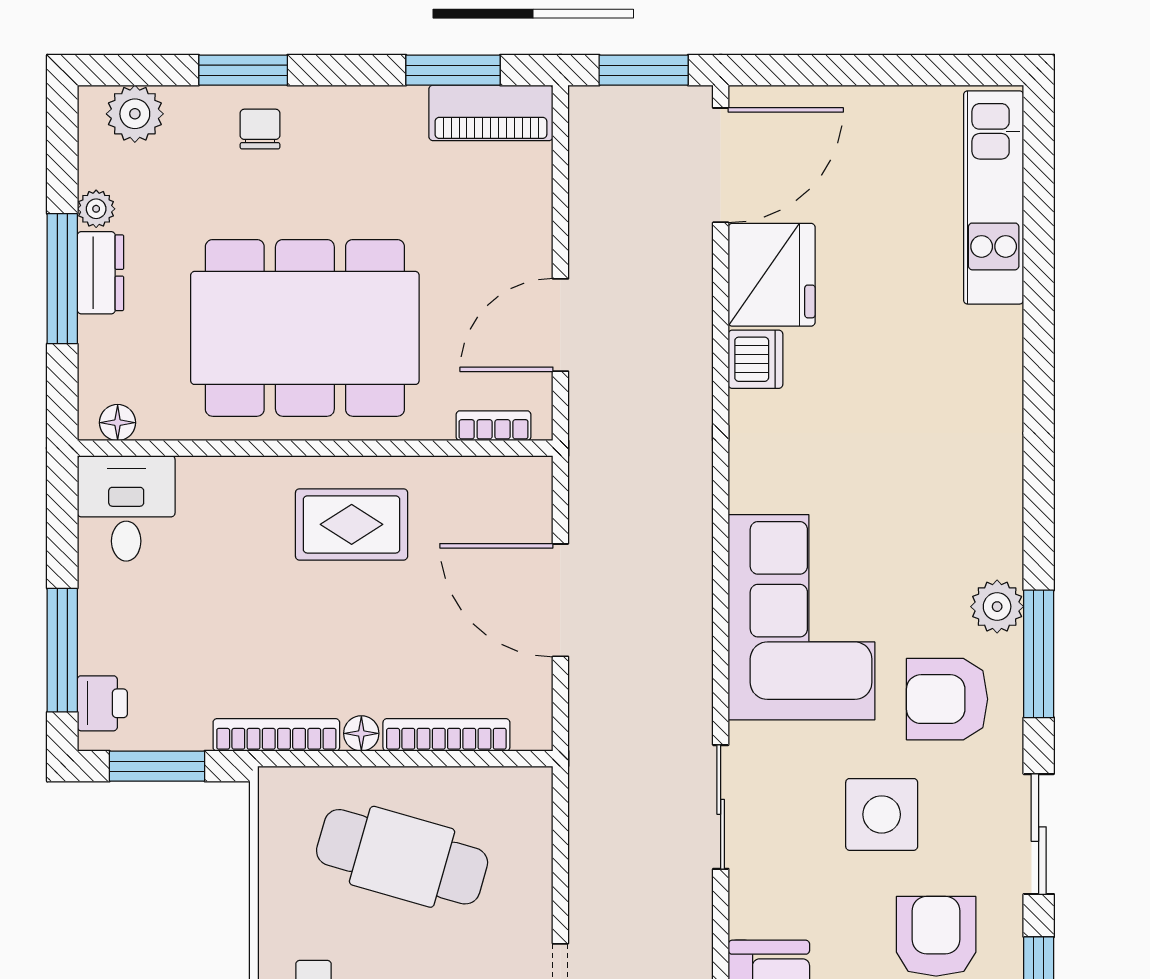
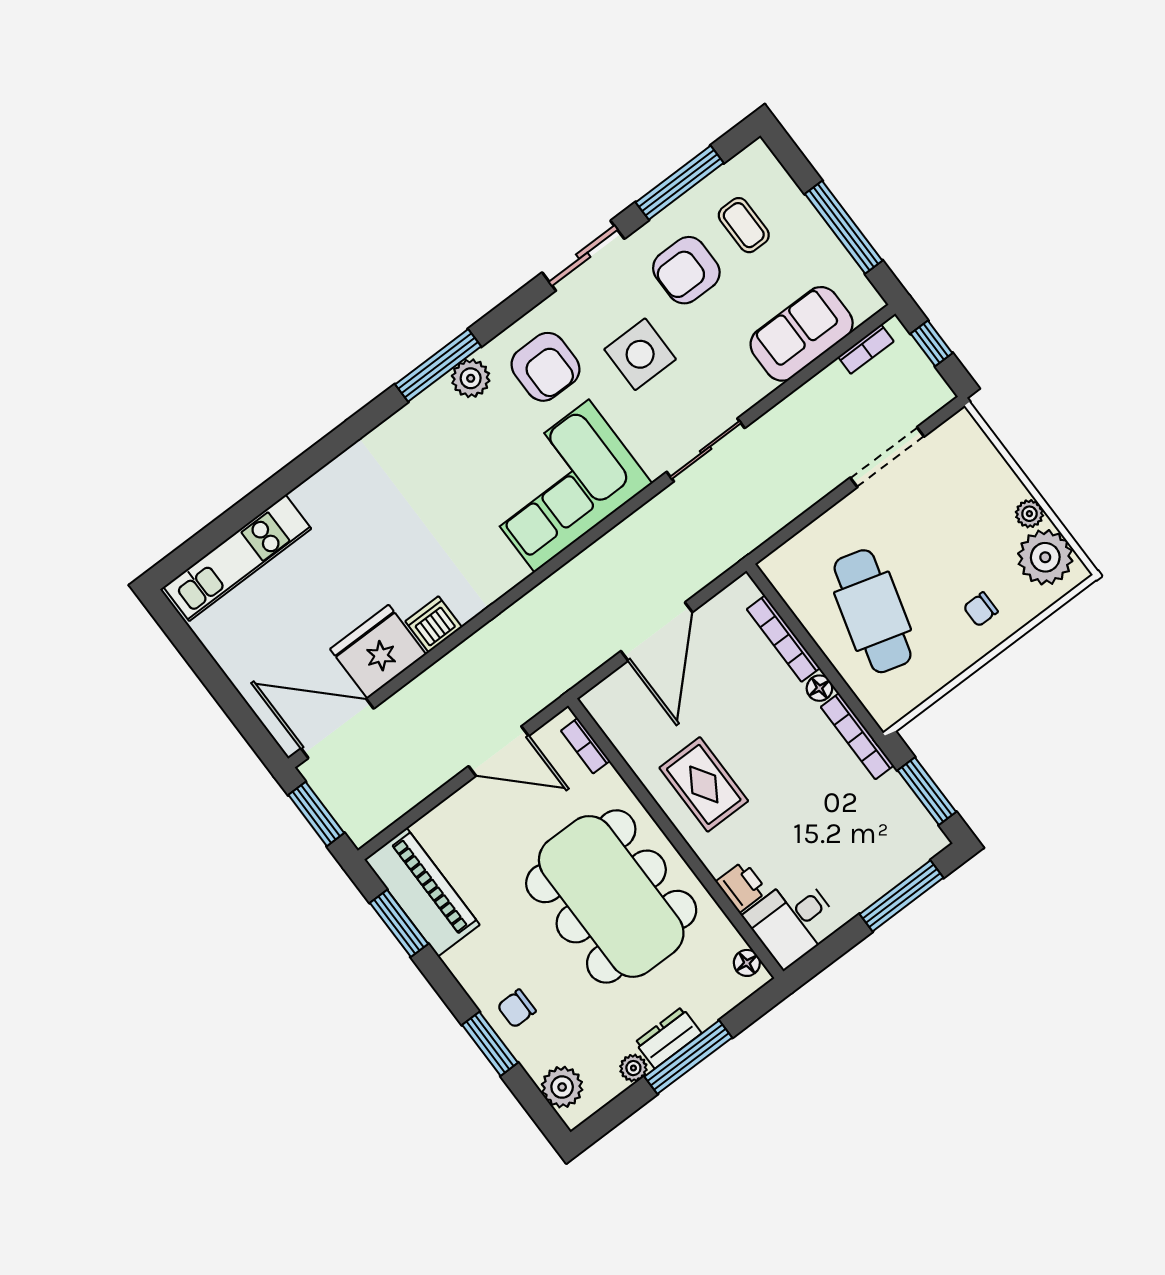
piano: (491, 113) -> (422, 892), width x1.37, depth x1.33
window: (1039, 654) -> (438, 365), moved
printer: (102, 703) -> (742, 887), moved, turned 90

